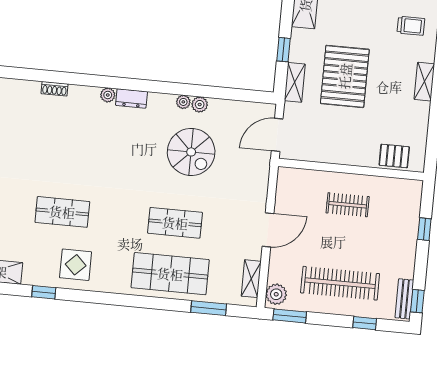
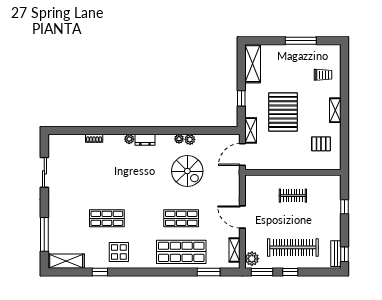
shelving: (295, 82) -> (251, 130), moved
pallet: (394, 156) -> (321, 144), moved
door: (268, 230) -> (242, 217), swing flipped
window: (365, 323) -> (290, 272), moved

